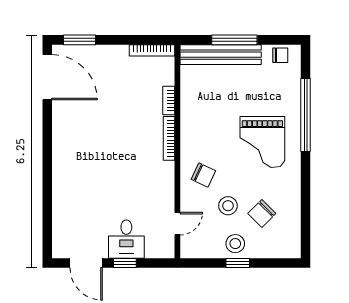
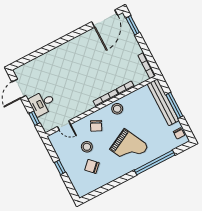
grand piano: (262, 142) -> (129, 147), turned -117
stool: (235, 244) -> (117, 109), moved
window: (125, 263) -> (34, 118), moved

